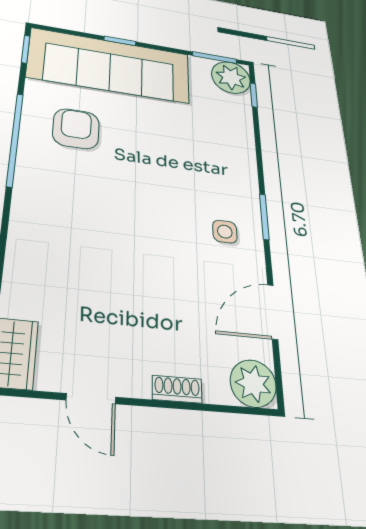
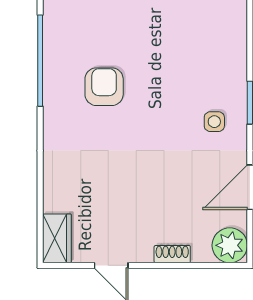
armchair: (76, 129) -> (104, 87), moved

